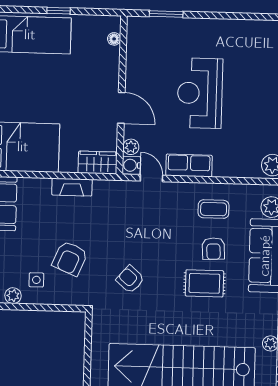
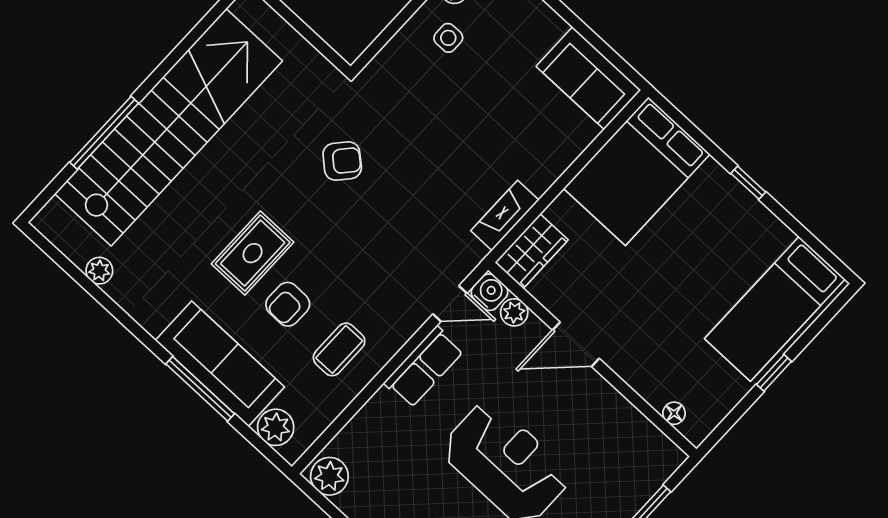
fireplace: (72, 187) -> (505, 215), moved
armchair: (213, 249) -> (288, 304), turned -86
armchair: (70, 258) -> (438, 106), removed

